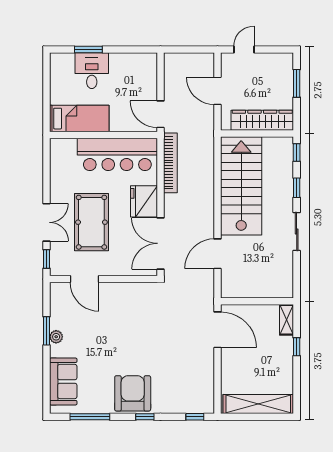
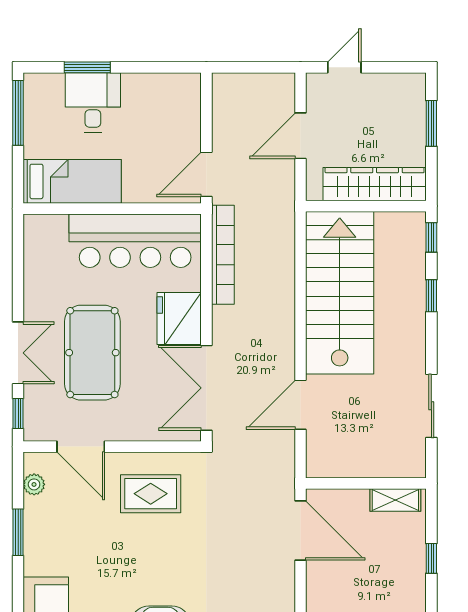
window: (46, 77) -> (18, 113), added
door: (217, 91) -> (301, 136), hinge flipped
door: (160, 114) -> (206, 174), hinge flipped
sliding door: (297, 232) -> (431, 406), moved
rug: (127, 308) -> (151, 494), added
shelving: (287, 320) -> (395, 500), moved, turned 90
plant: (56, 337) -> (34, 484), moved

